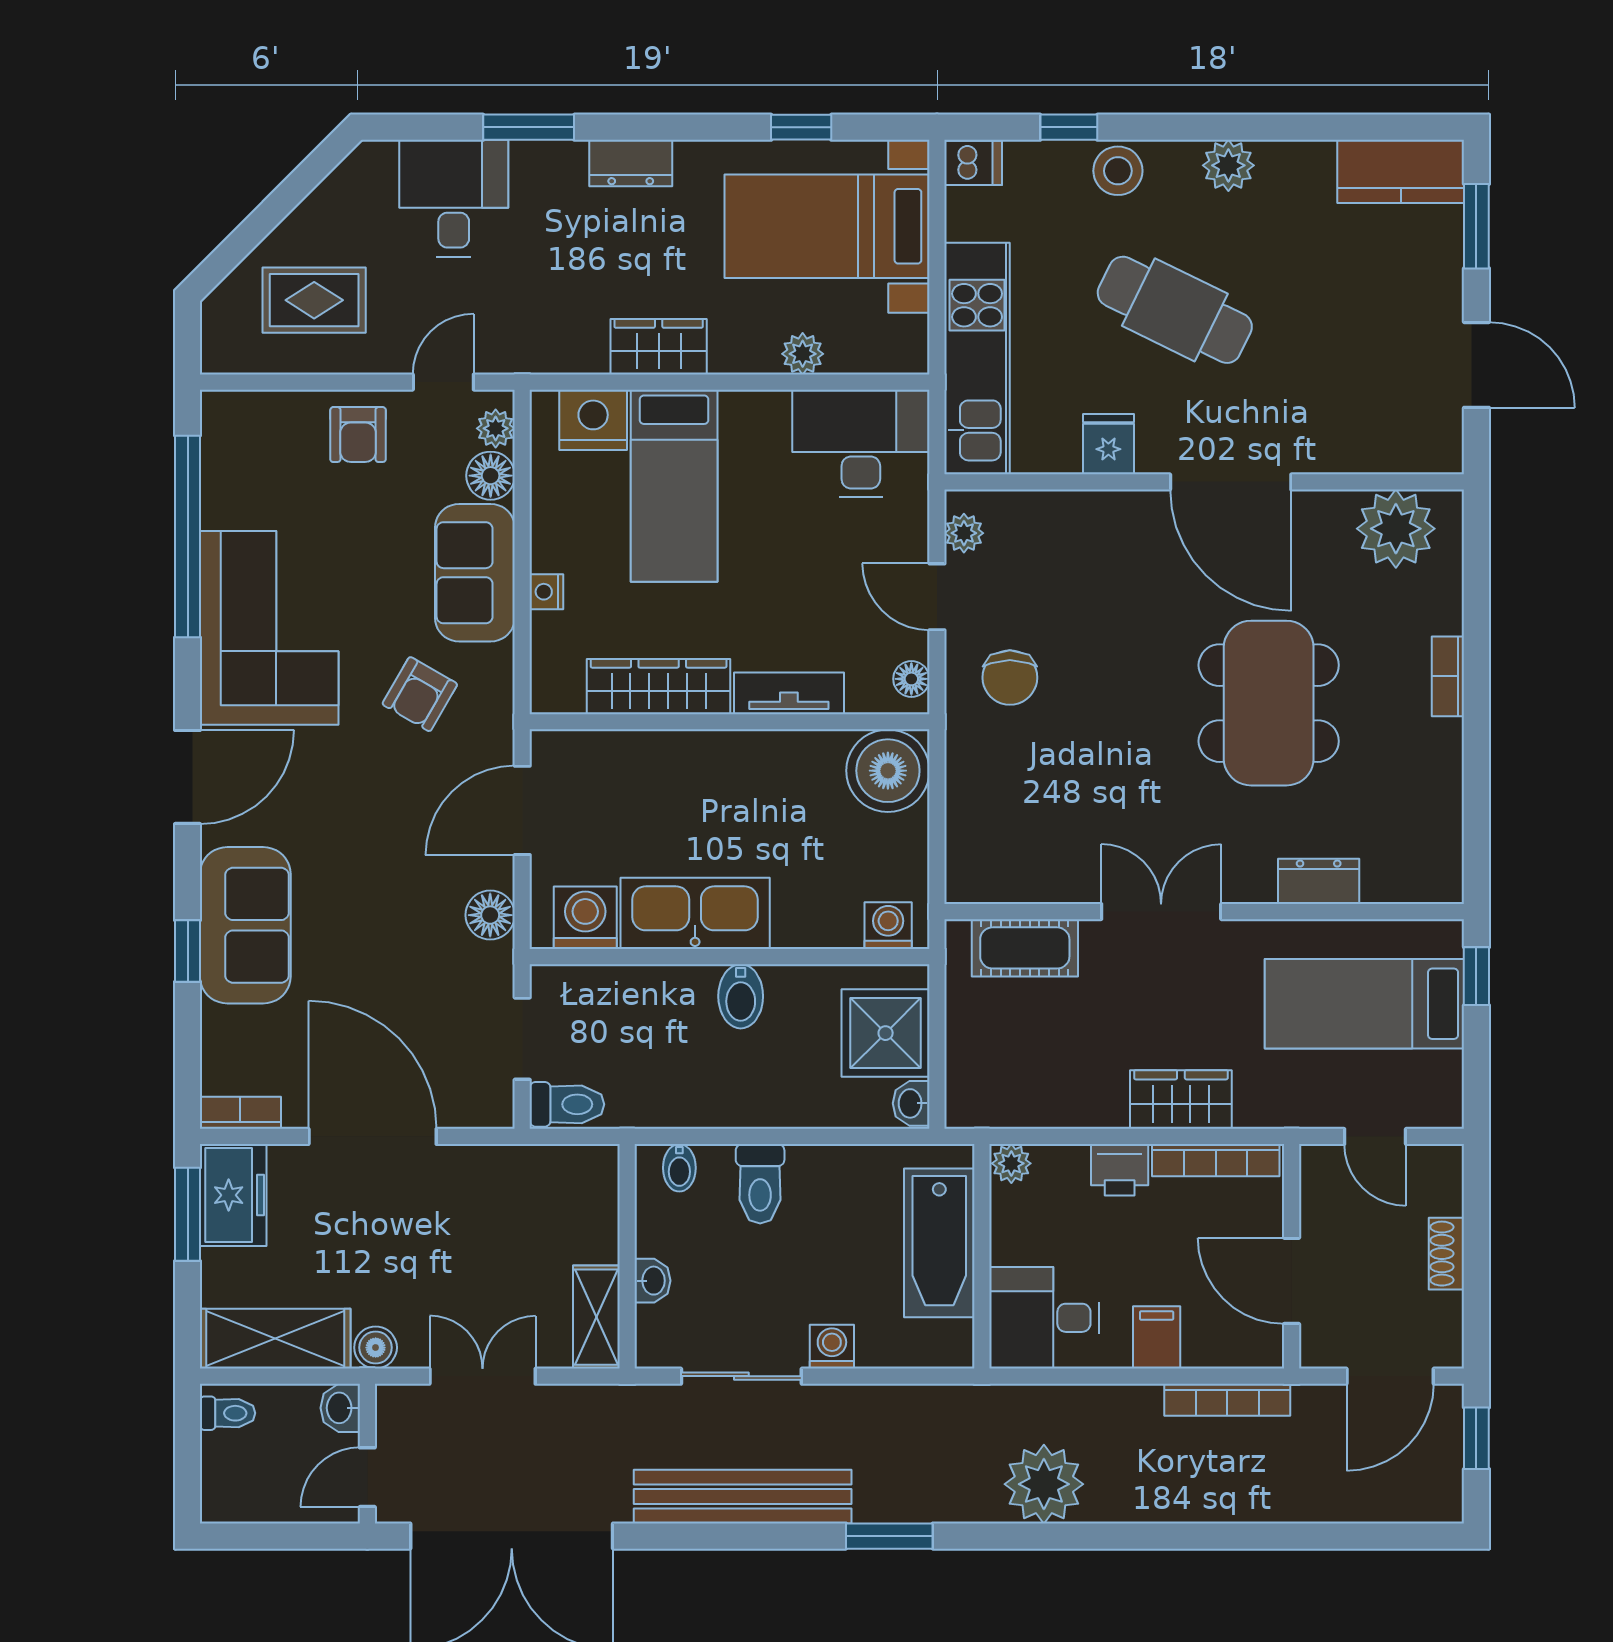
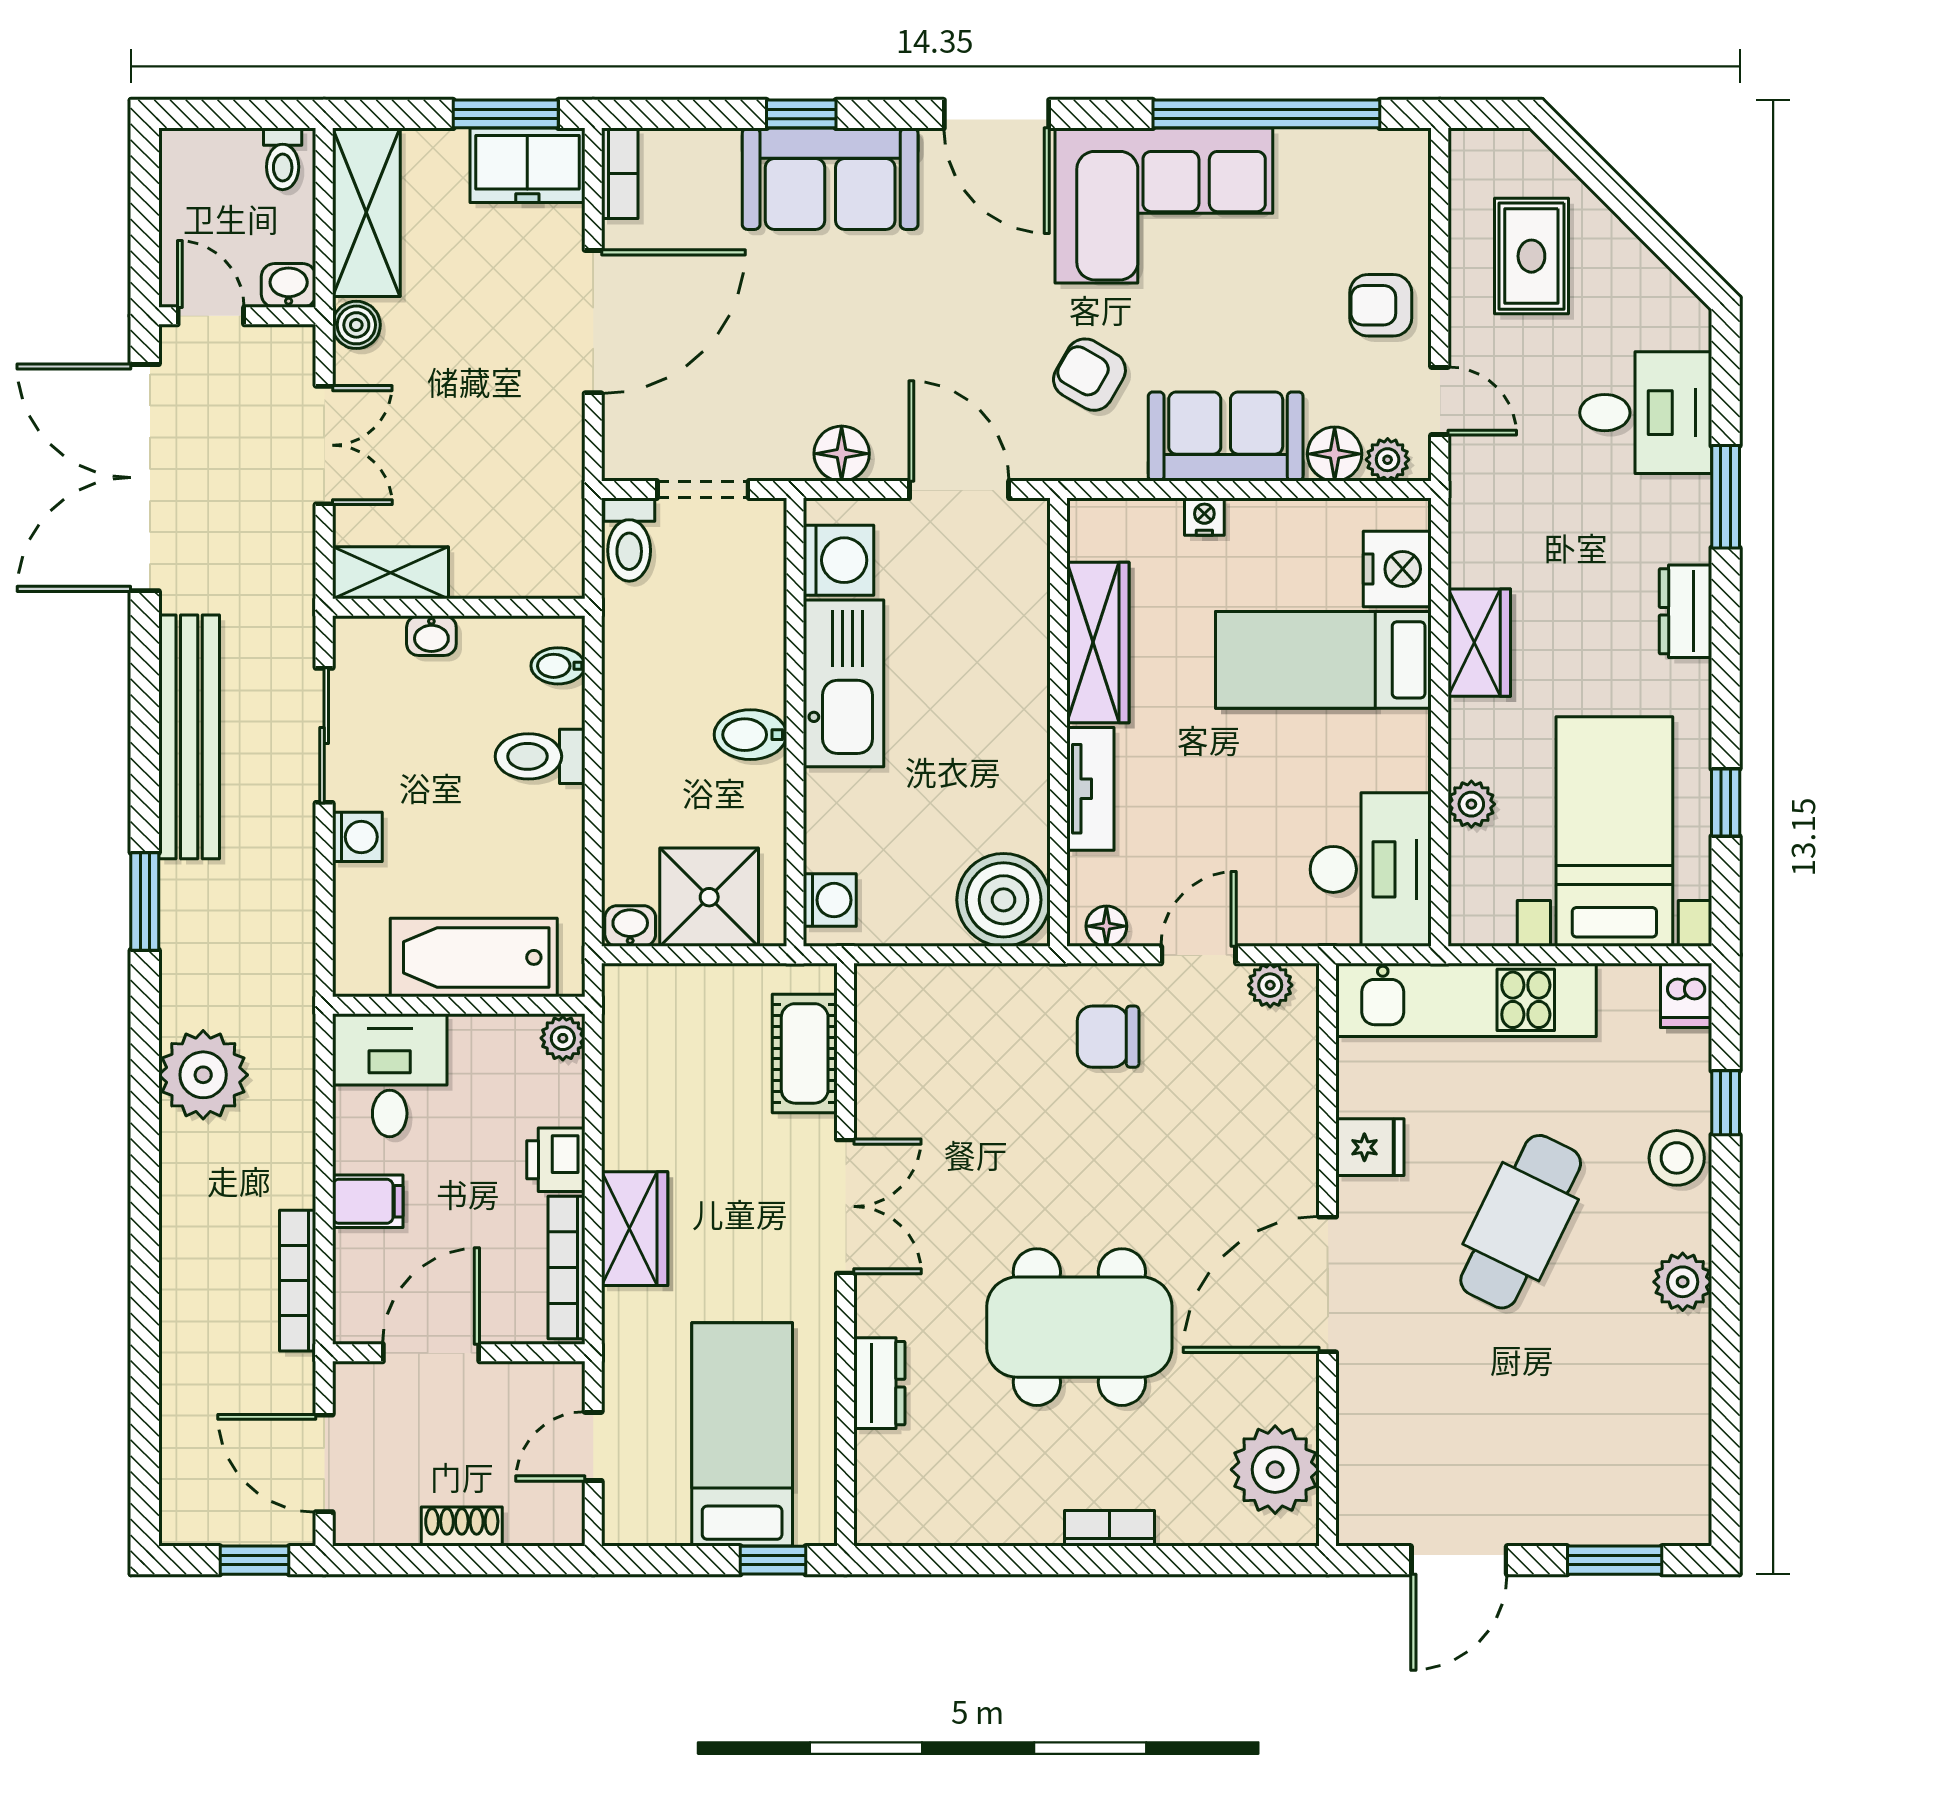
kitchen counter: (1401, 171) -> (1676, 1475), removed

